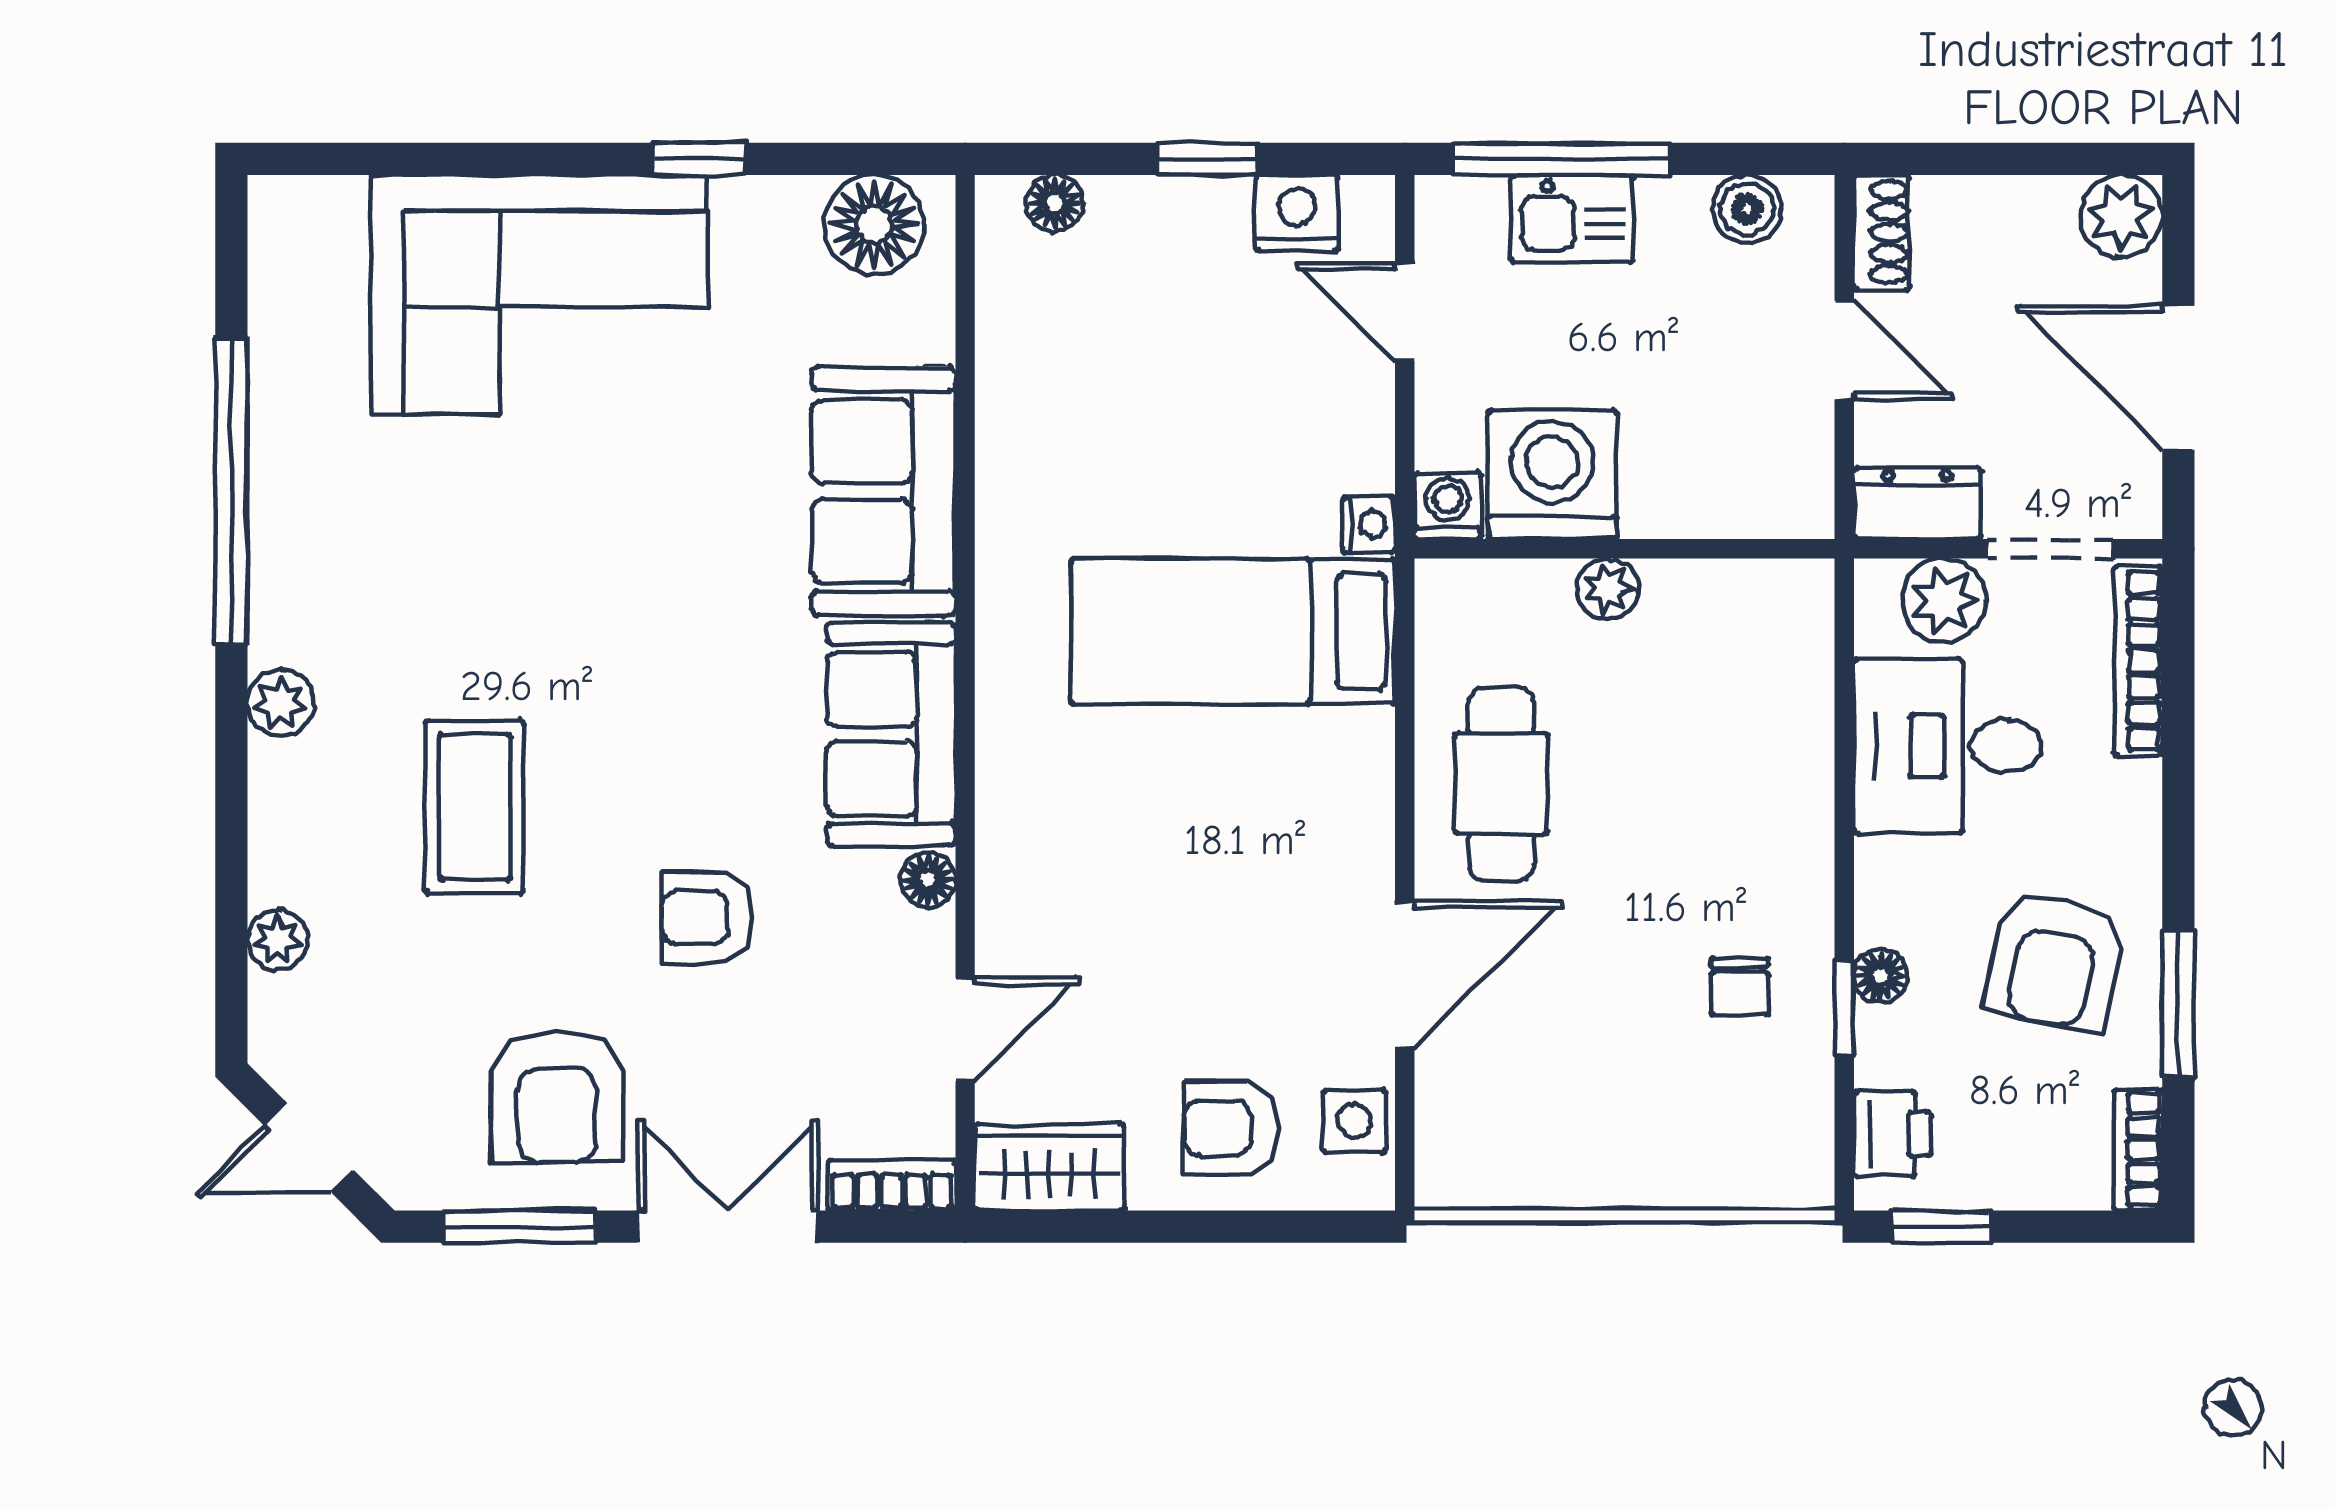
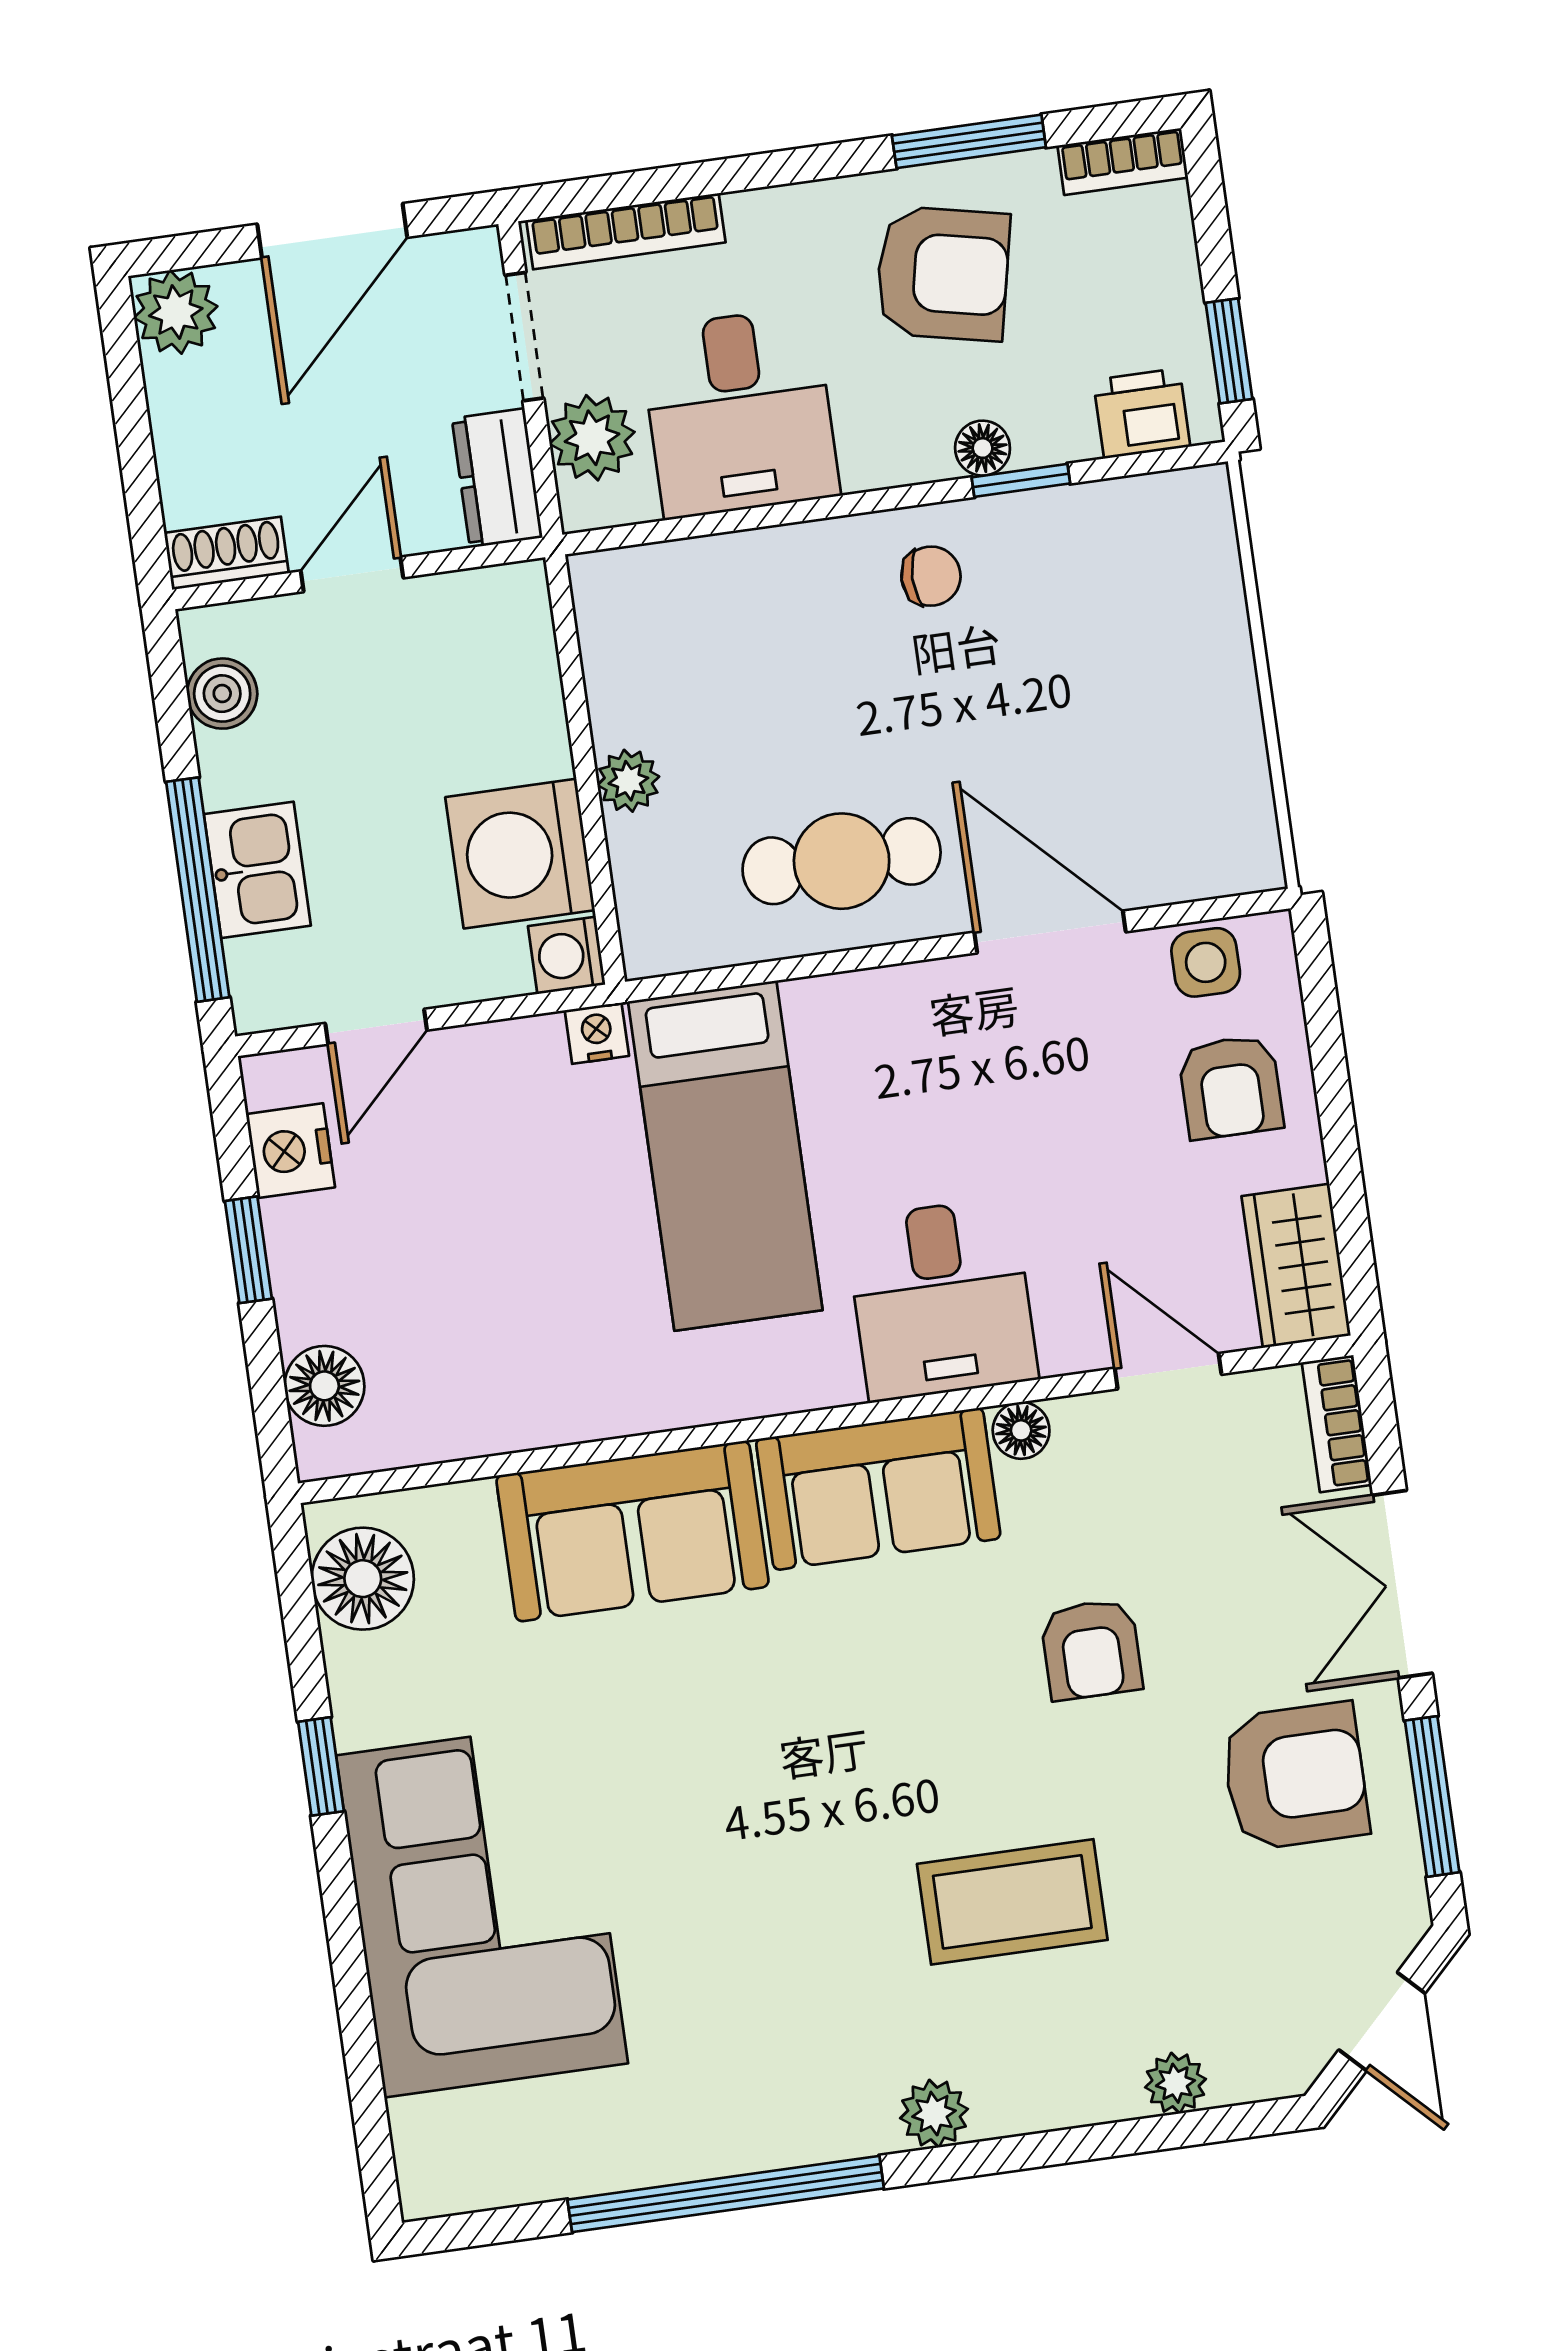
floor lamp: (1055, 203) -> (324, 1386), width x1.37, depth x1.37
desk: (1065, 821) -> (941, 1299), added
chair: (1739, 987) -> (931, 576), moved

